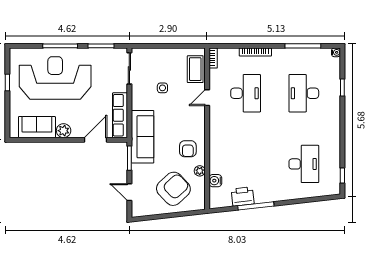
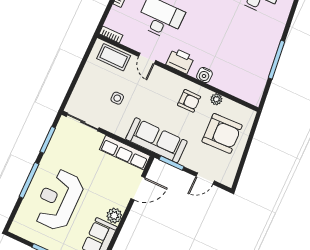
reception desk: (55, 78) -> (58, 200), width x0.74, depth x0.77
door: (96, 140) -> (138, 188), swing flipped
water cooler: (215, 181) -> (204, 75), moved
armchair: (173, 189) -> (222, 133), turned 131
printer: (243, 196) -> (180, 61), moved, turned 96

